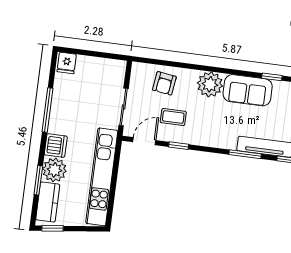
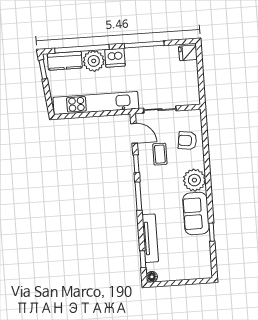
window: (245, 154) -> (138, 196), moved
window: (38, 180) -> (82, 49), width x2.11

